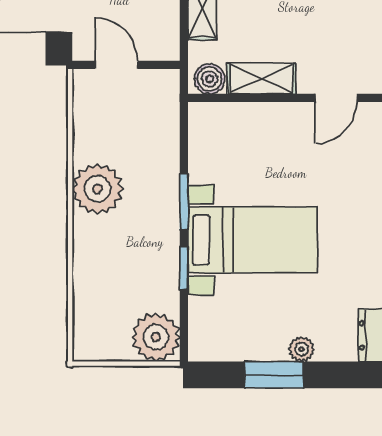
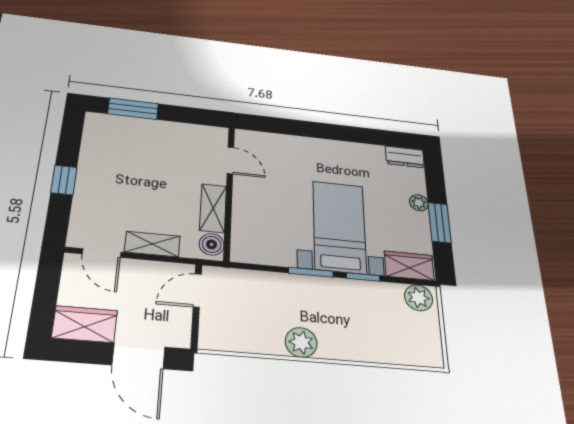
door: (116, 65) -> (197, 291), moved
plant: (97, 189) -> (301, 342), width x0.73, depth x0.73
wardrobe: (206, 328) -> (409, 266), added
plant: (156, 337) -> (419, 298), width x0.73, depth x0.73

